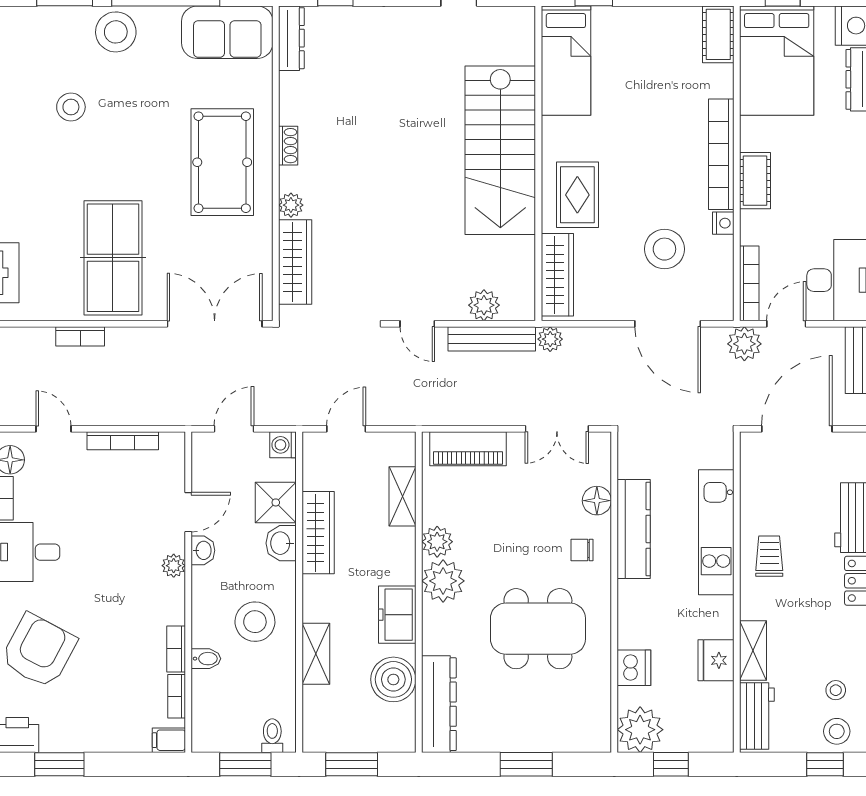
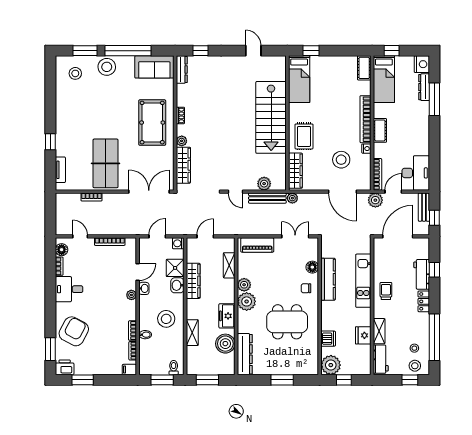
bed: (777, 61) -> (384, 79), width x0.67
stool: (71, 107) -> (75, 73), moved
double door: (557, 429) -> (295, 236), swing flipped

